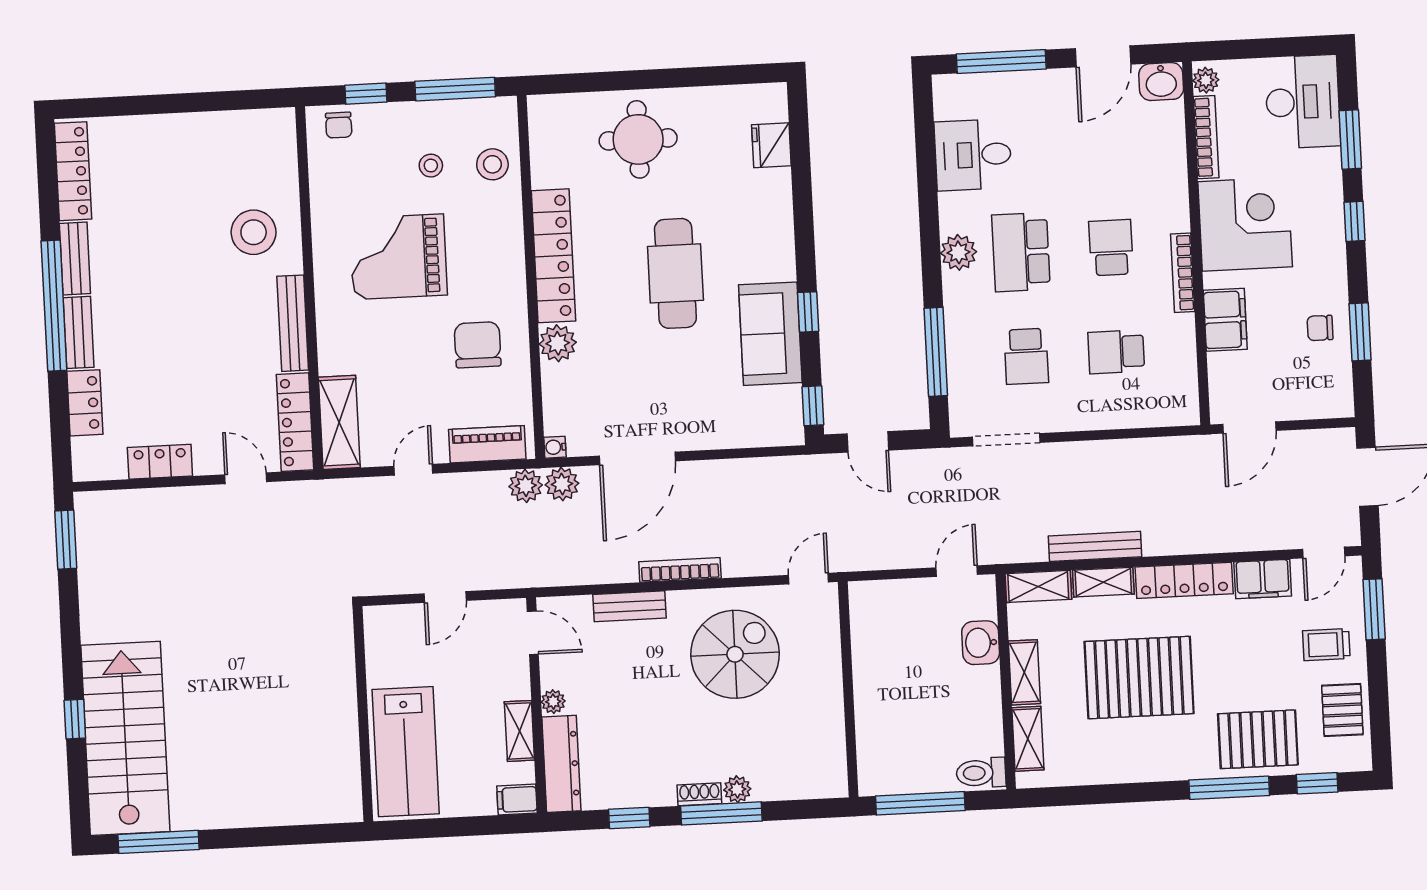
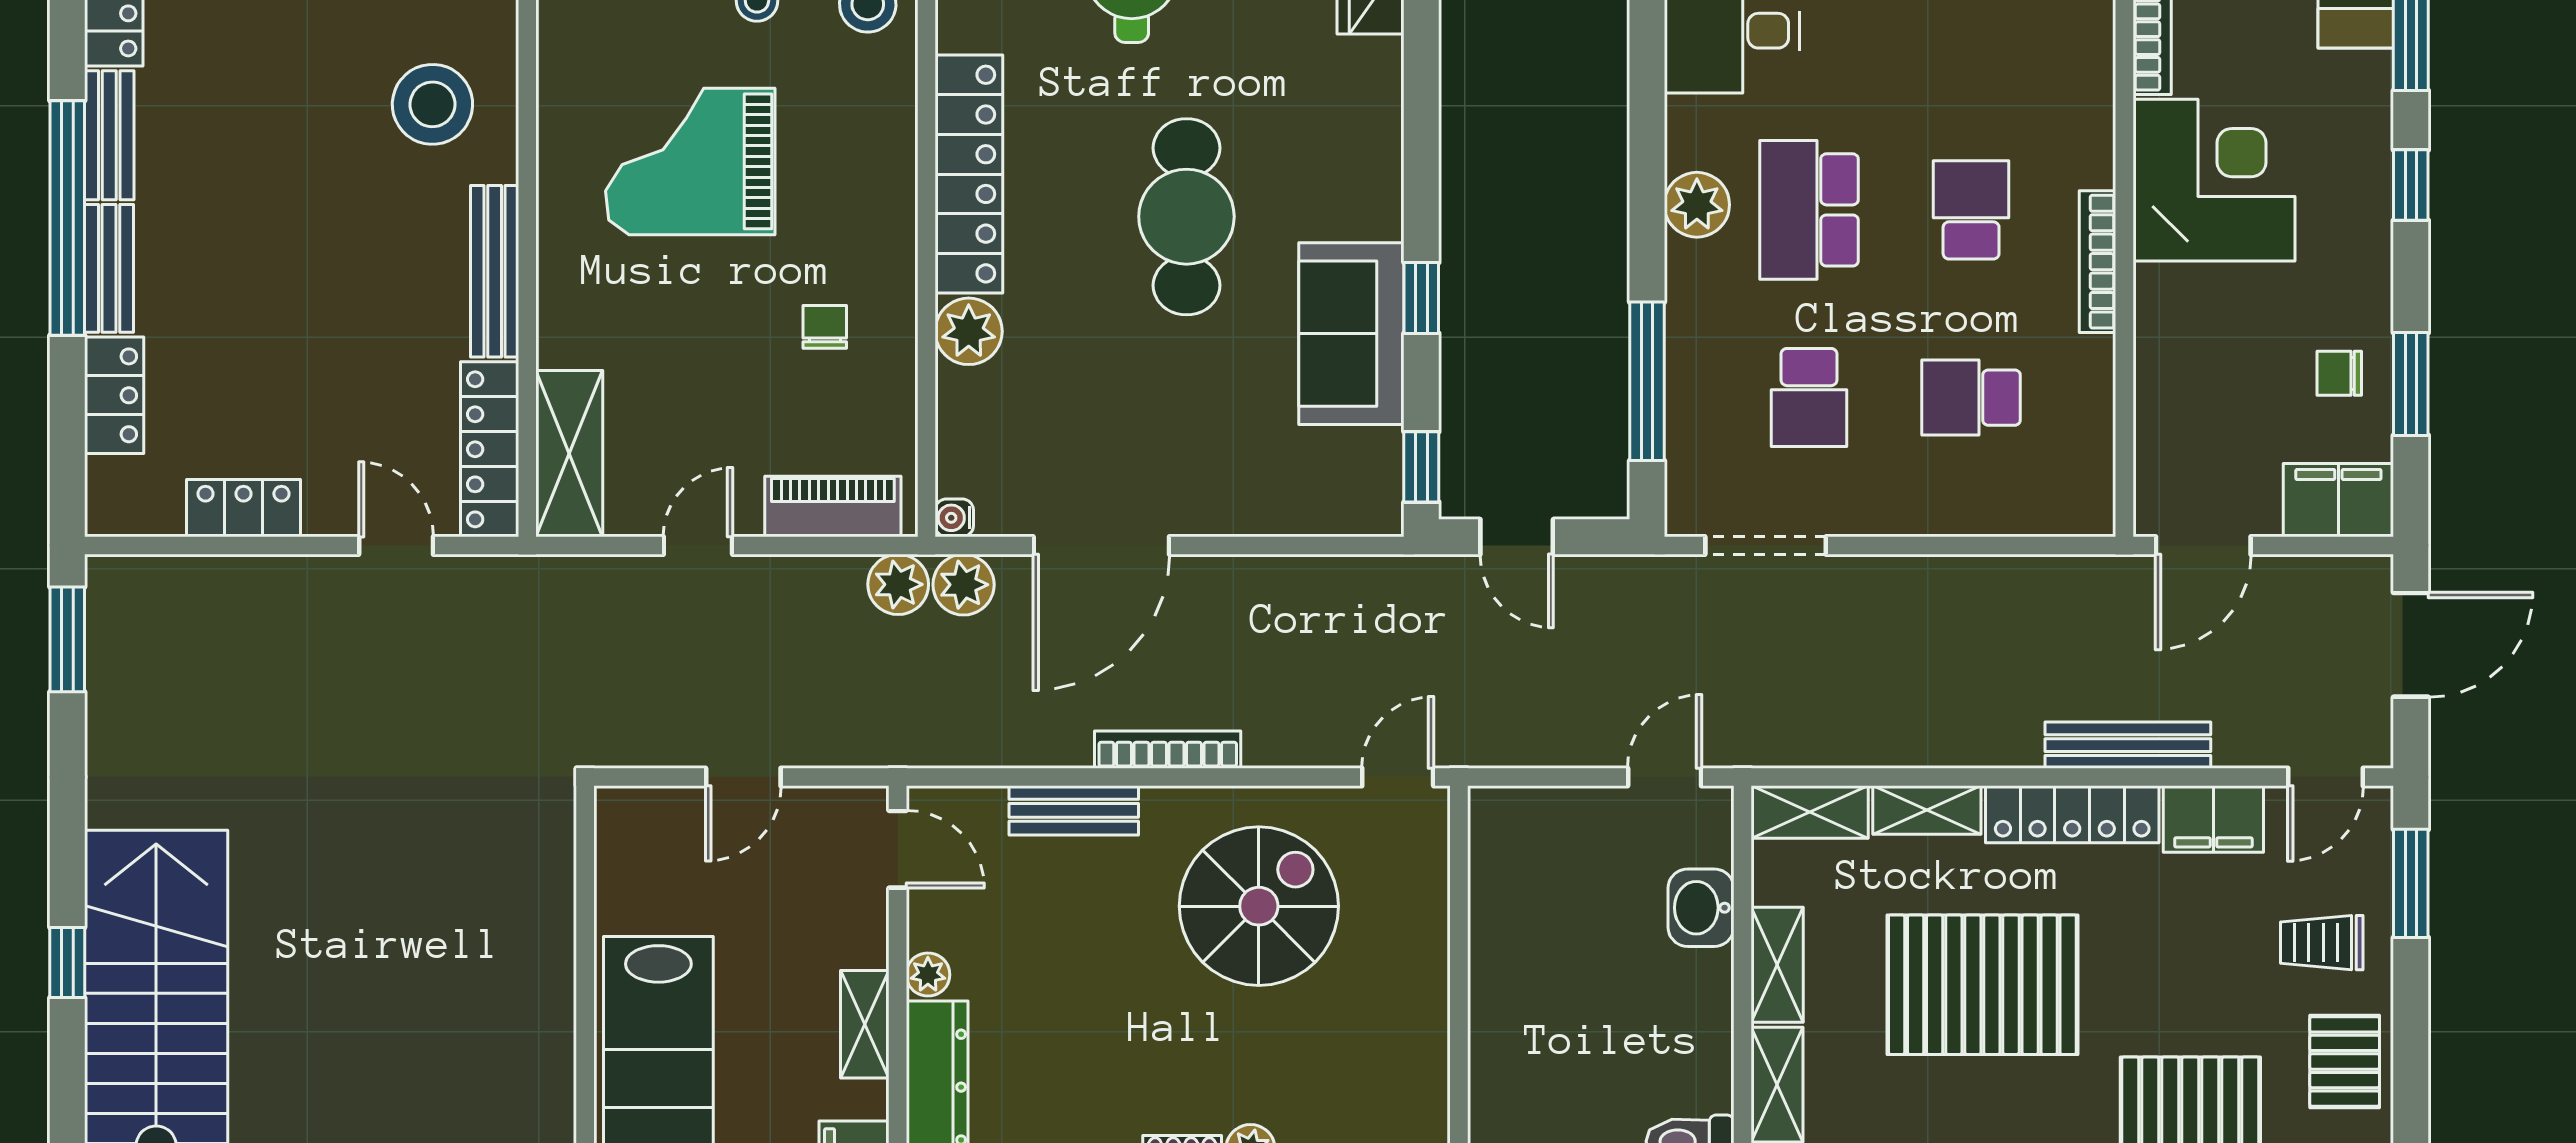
filing cabinet: (1225, 320) -> (2338, 500), moved, turned -90
chair: (478, 345) -> (825, 327), width x0.54, depth x0.54
bench: (1095, 546) -> (2128, 745), moved

